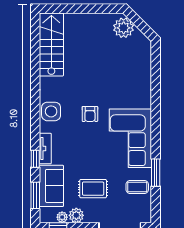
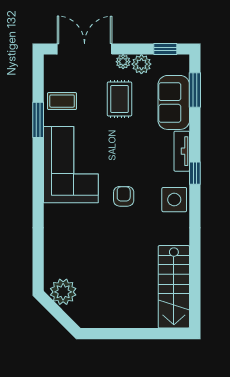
plant: (124, 28) -> (63, 292), moved
window: (35, 159) -> (195, 173), moved
rug: (93, 189) -> (119, 99), turned 90
plant: (62, 217) -> (123, 62), moved

